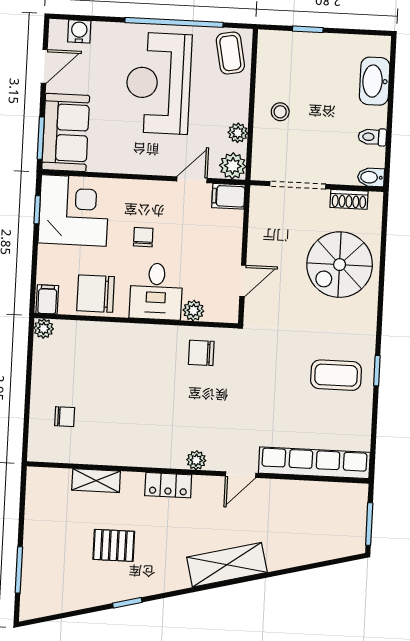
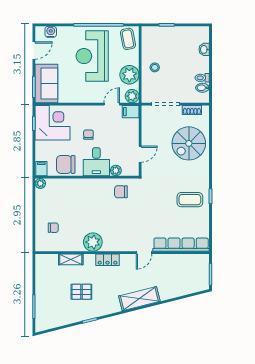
washbasin: (375, 81) -> (204, 49), width x0.52, depth x0.69
plant: (238, 133) -> (129, 75), width x1.87, depth x1.87
bidet: (371, 177) -> (202, 88), moved
plant: (196, 460) -> (93, 242), moved, width x1.88, depth x1.88

